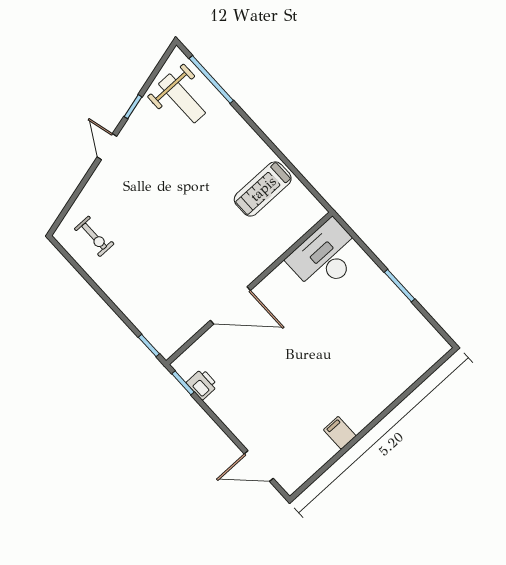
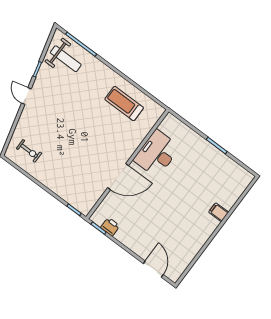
treadmill: (263, 189) -> (124, 104), turned 90
desk: (326, 257) -> (157, 153), moved
filing cabinet: (340, 433) -> (219, 212), moved
door: (259, 466) -> (153, 269), swing flipped

